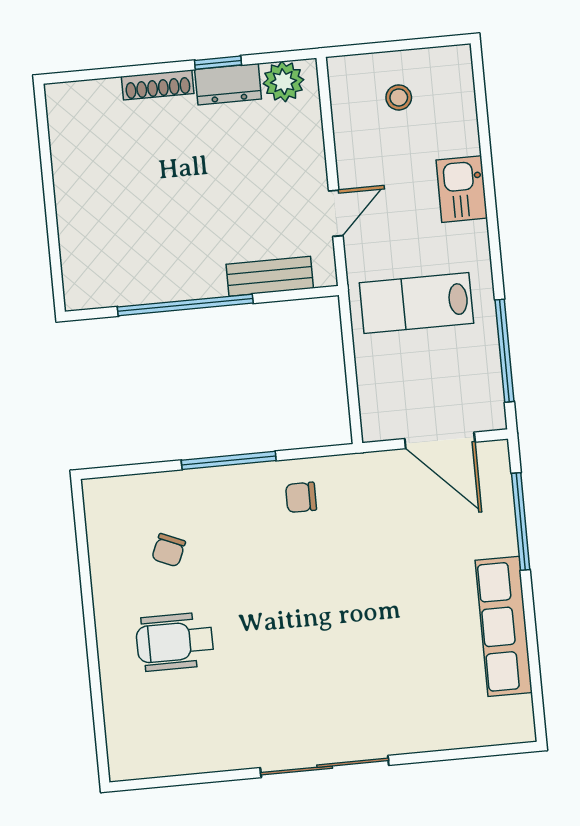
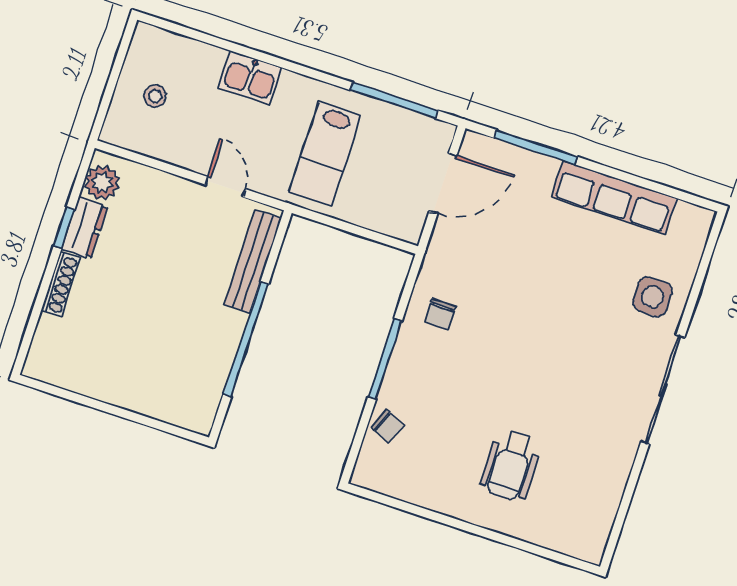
bench: (270, 276) -> (252, 262), width x1.36
chair: (169, 550) -> (387, 426), moved
side table: (417, 713) -> (652, 297), added

